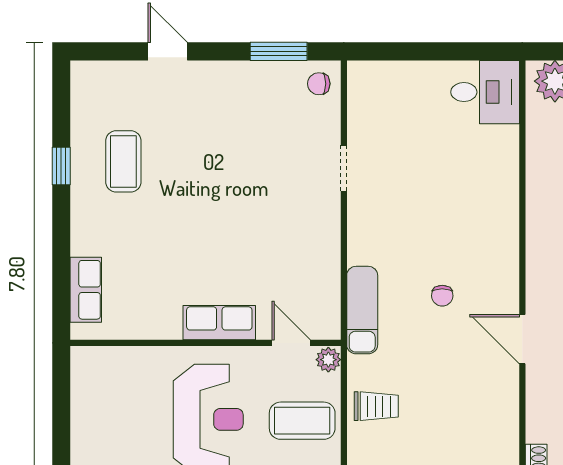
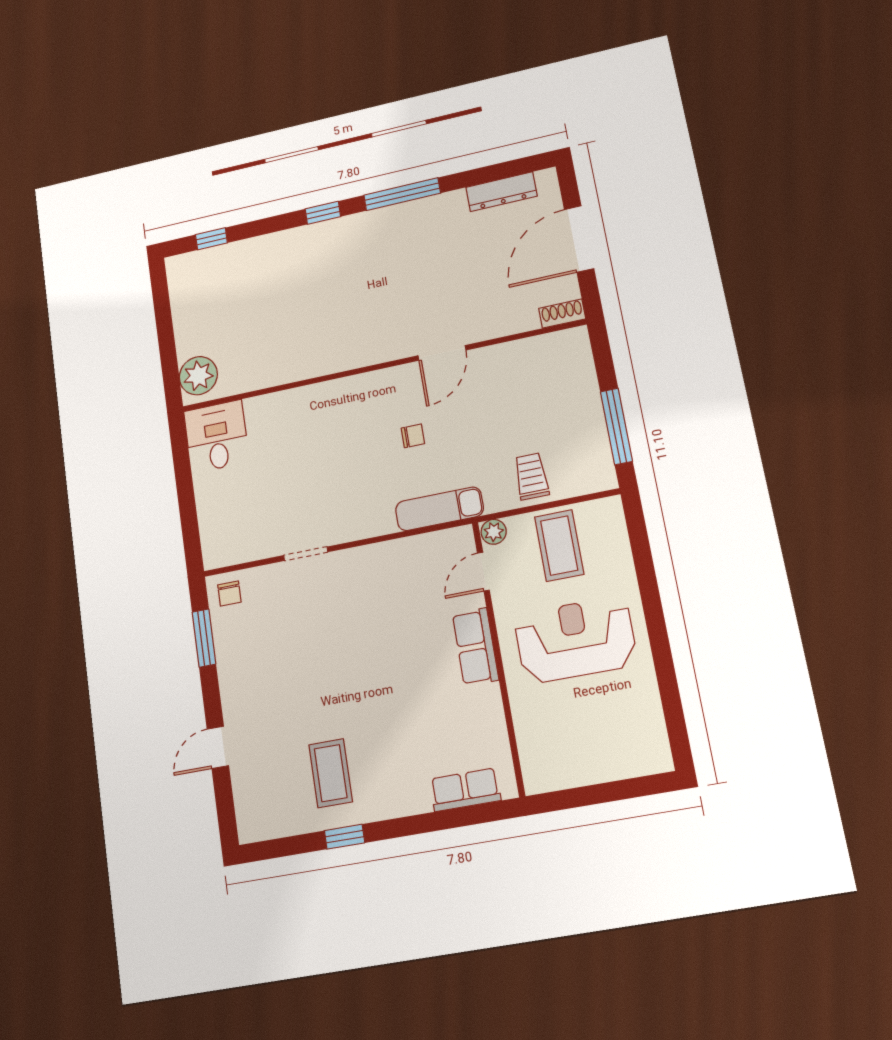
coffee table: (123, 161) -> (331, 773), turned 90

